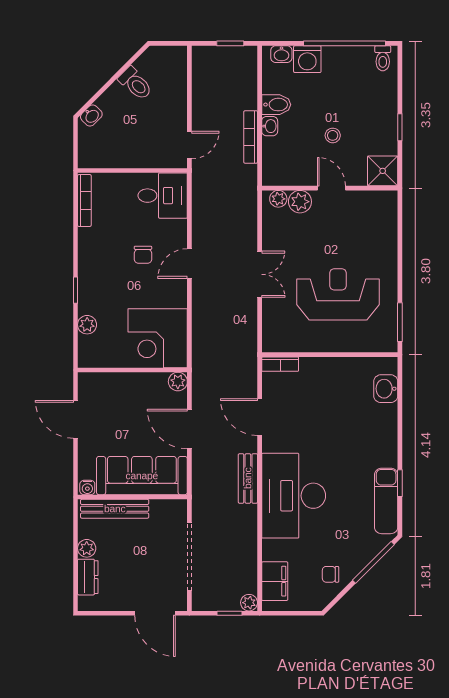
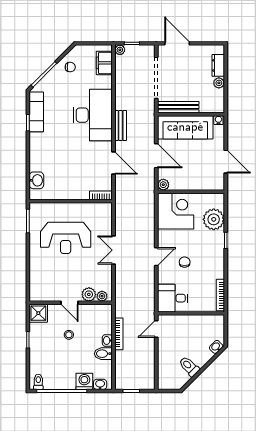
plant: (87, 325) -> (214, 219), width x1.87, depth x1.87
bench: (115, 509) -> (178, 107), moved

